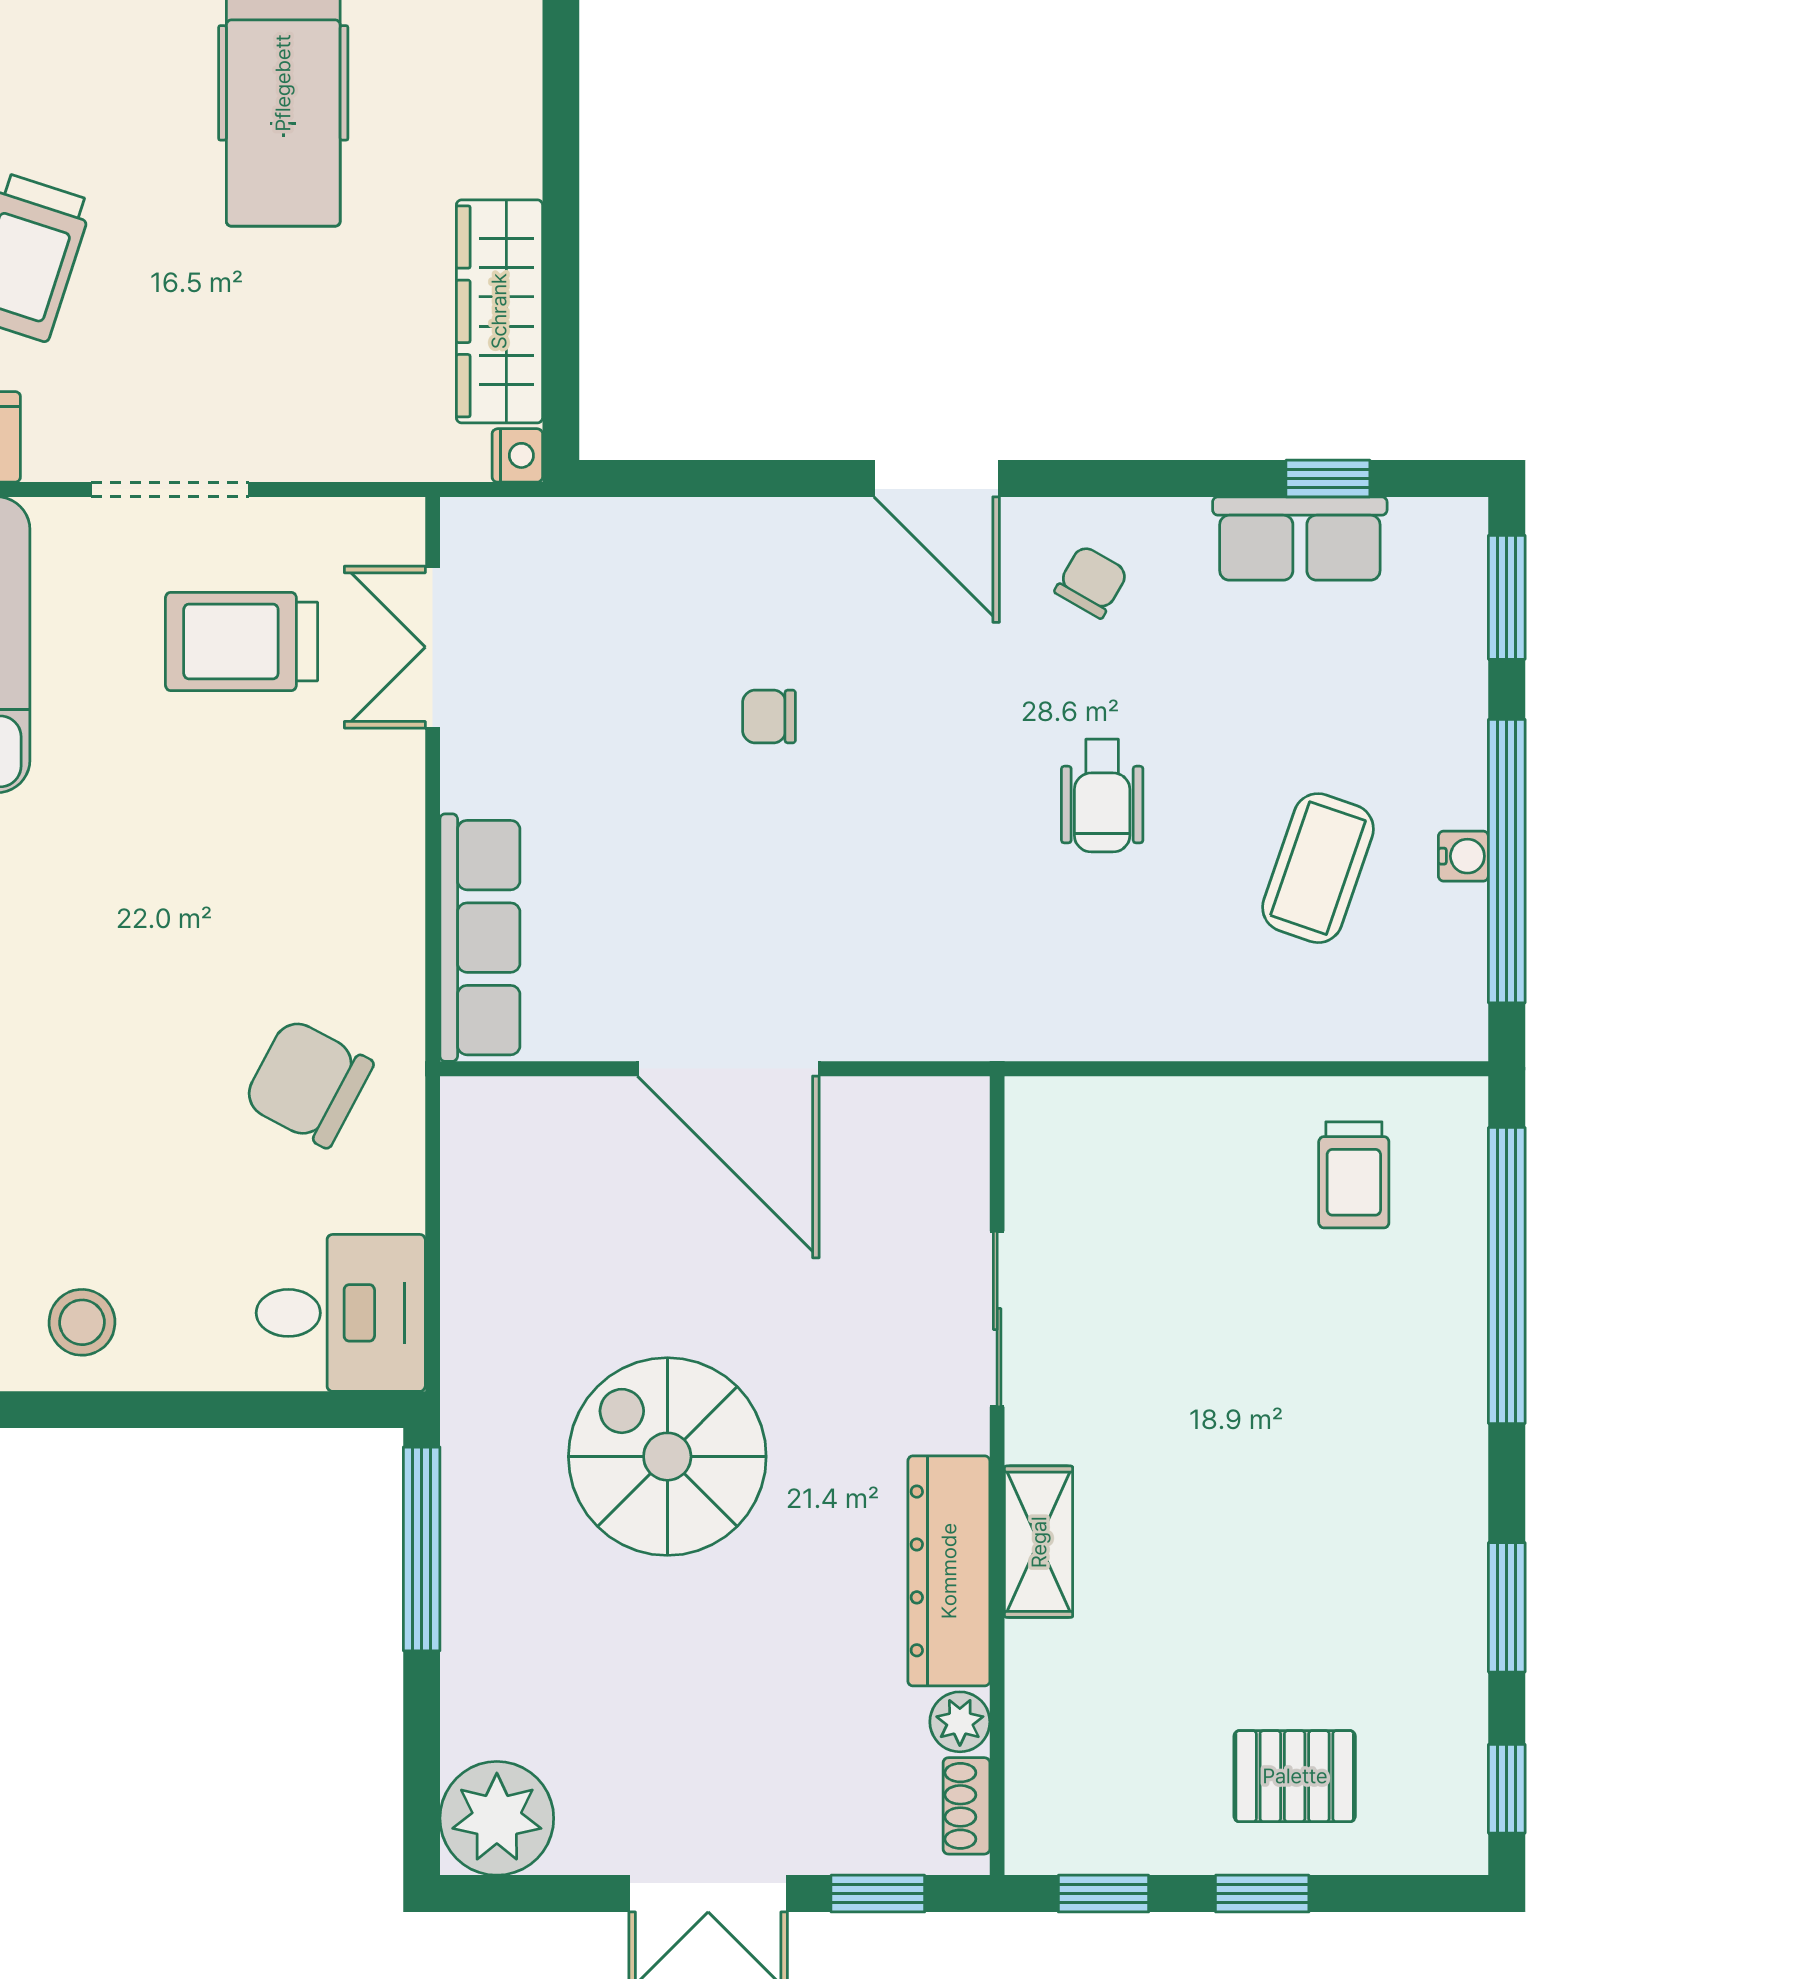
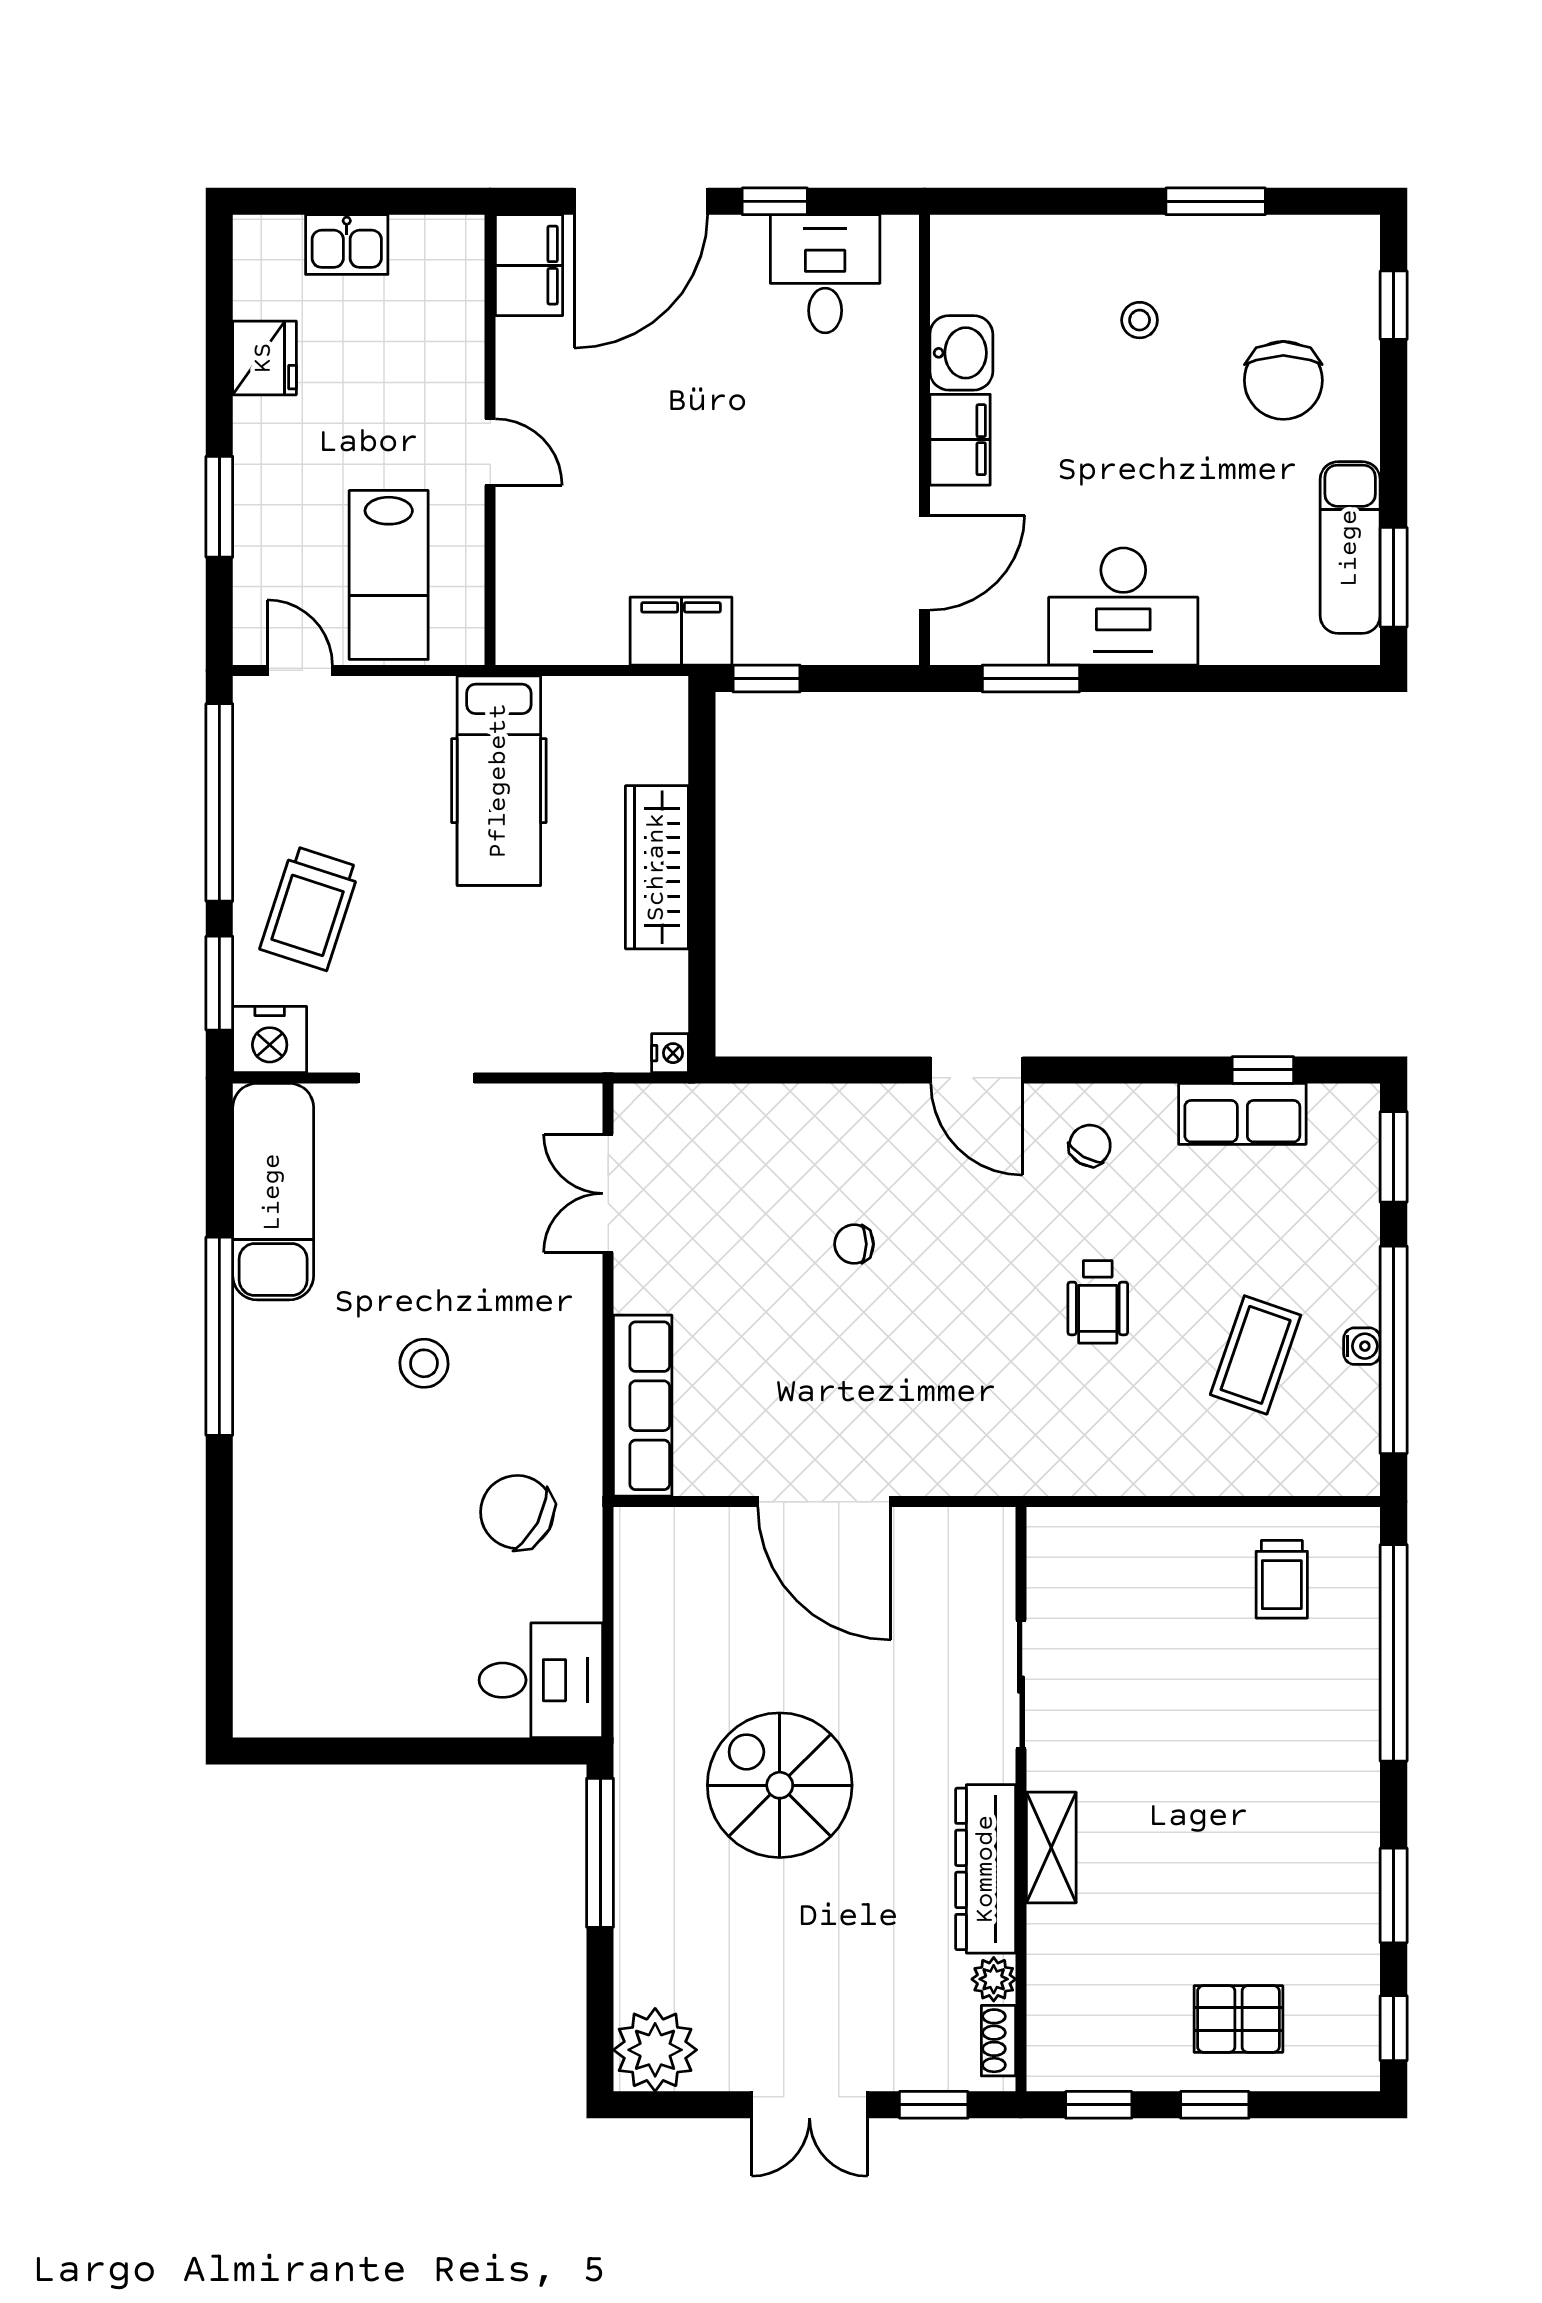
wardrobe: (499, 311) -> (657, 867), moved
trolley: (242, 641) -> (468, 1189), removed
stool: (82, 1322) -> (424, 1363), moved

